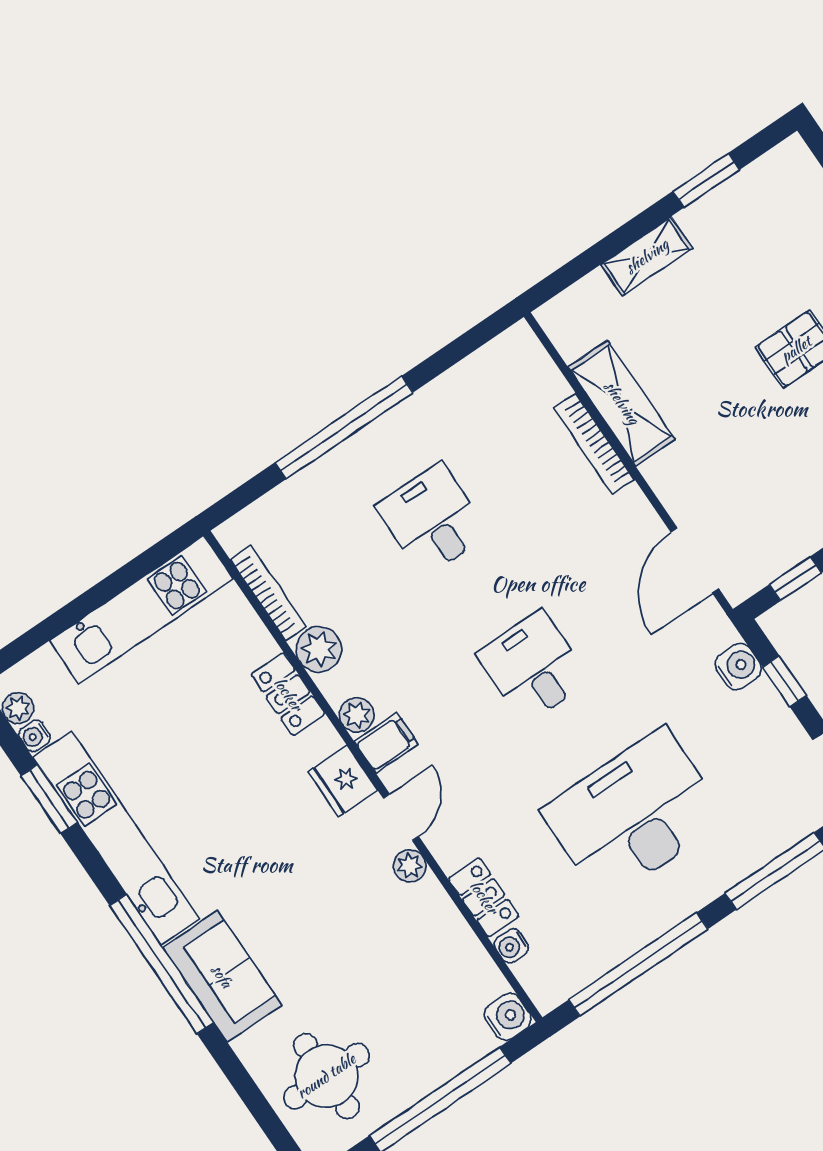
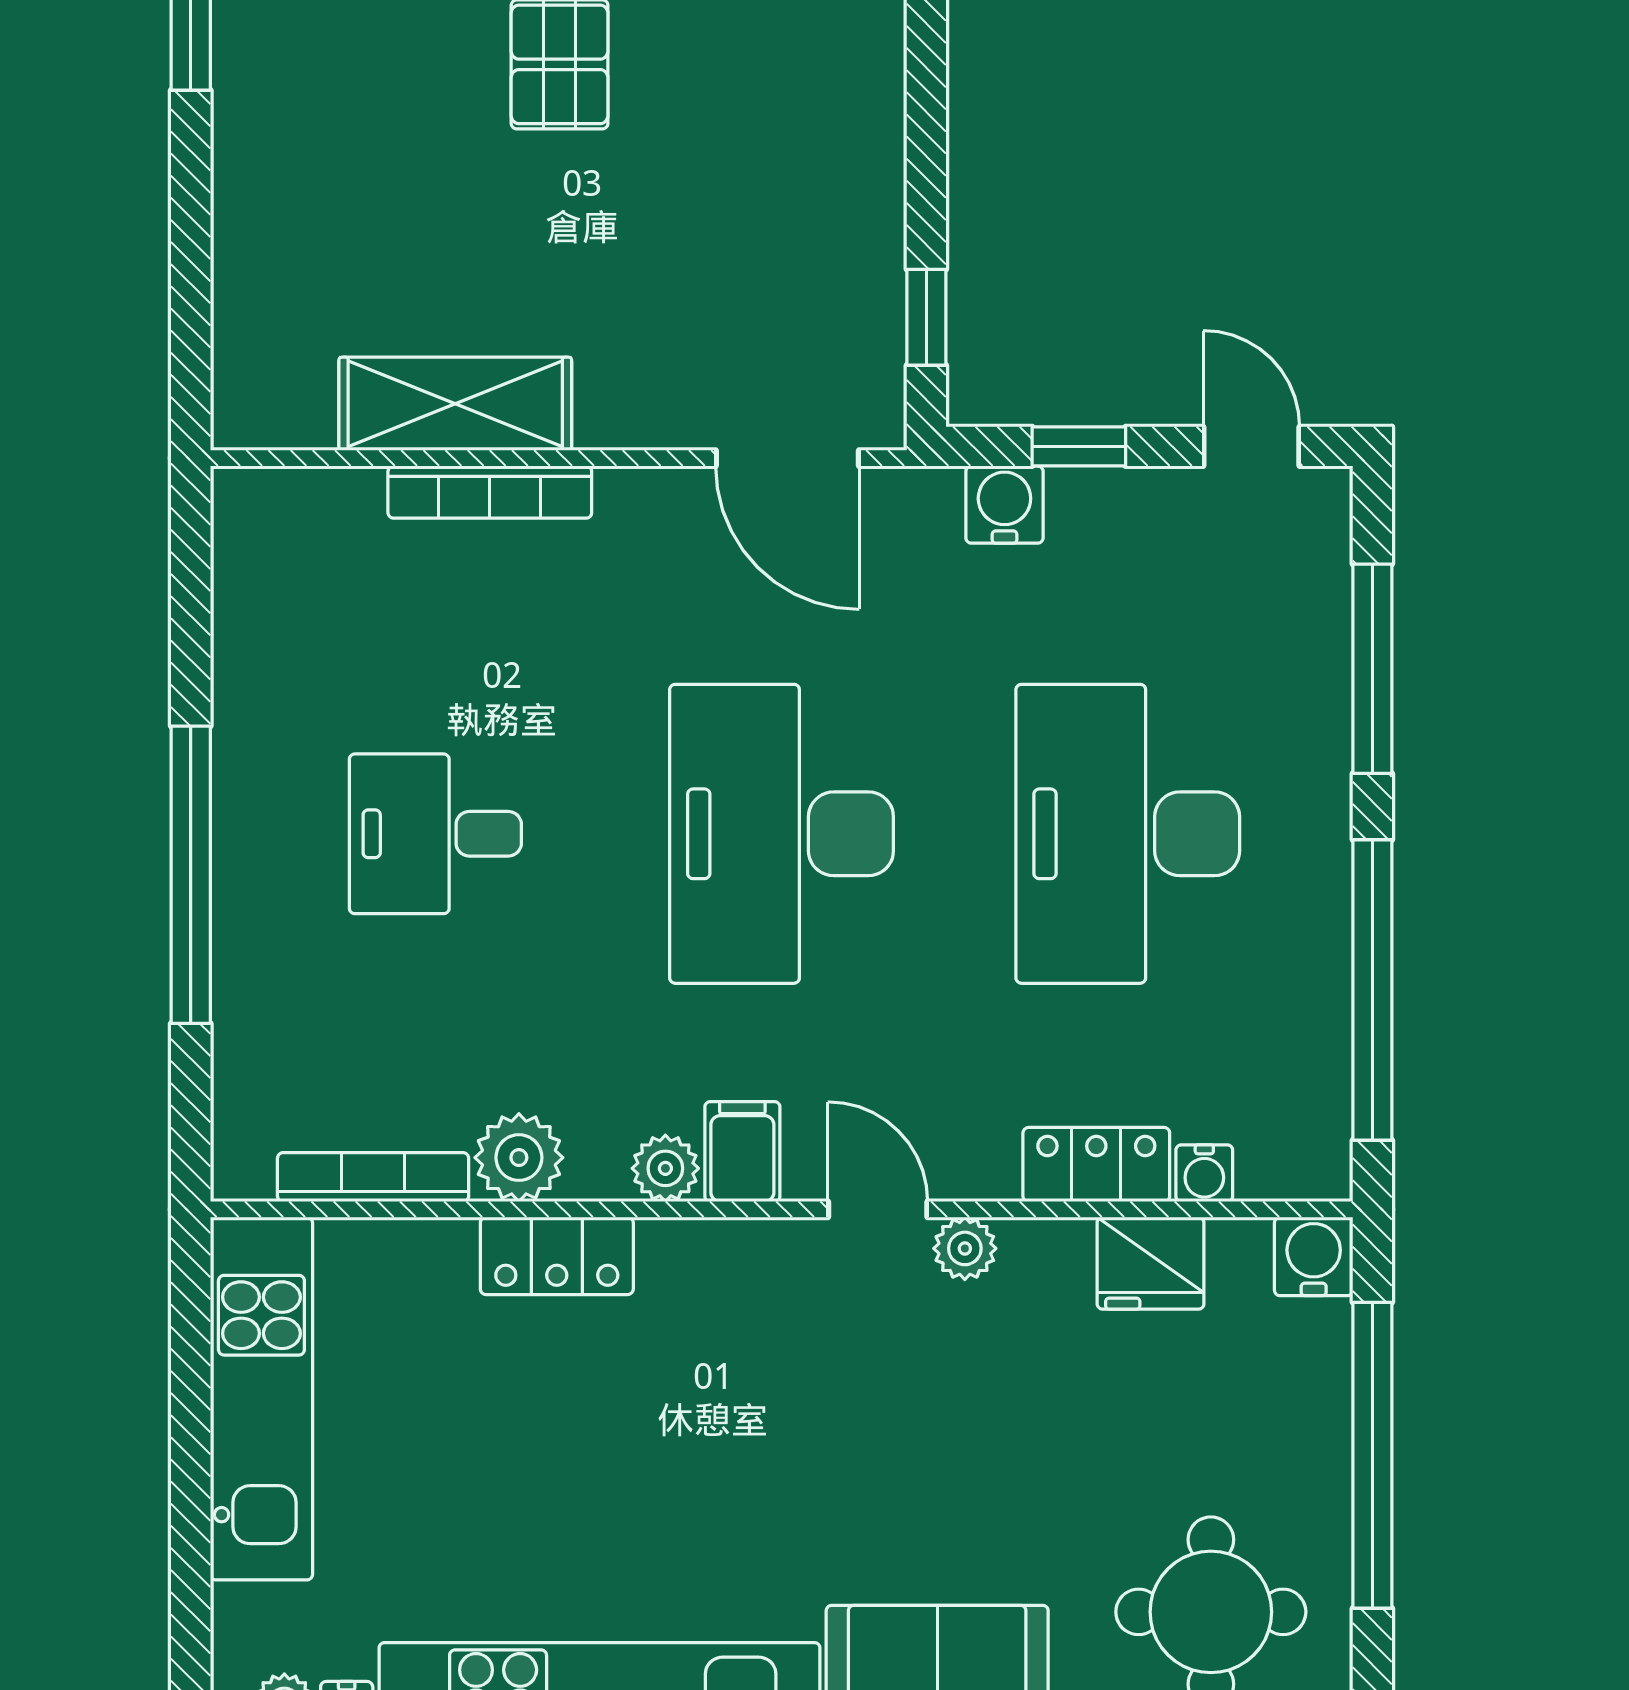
shelving: (647, 256) -> (247, 203), removed
desk: (533, 667) -> (782, 834), width x1.87, depth x1.30
fridge: (343, 781) -> (1151, 1263), moved

